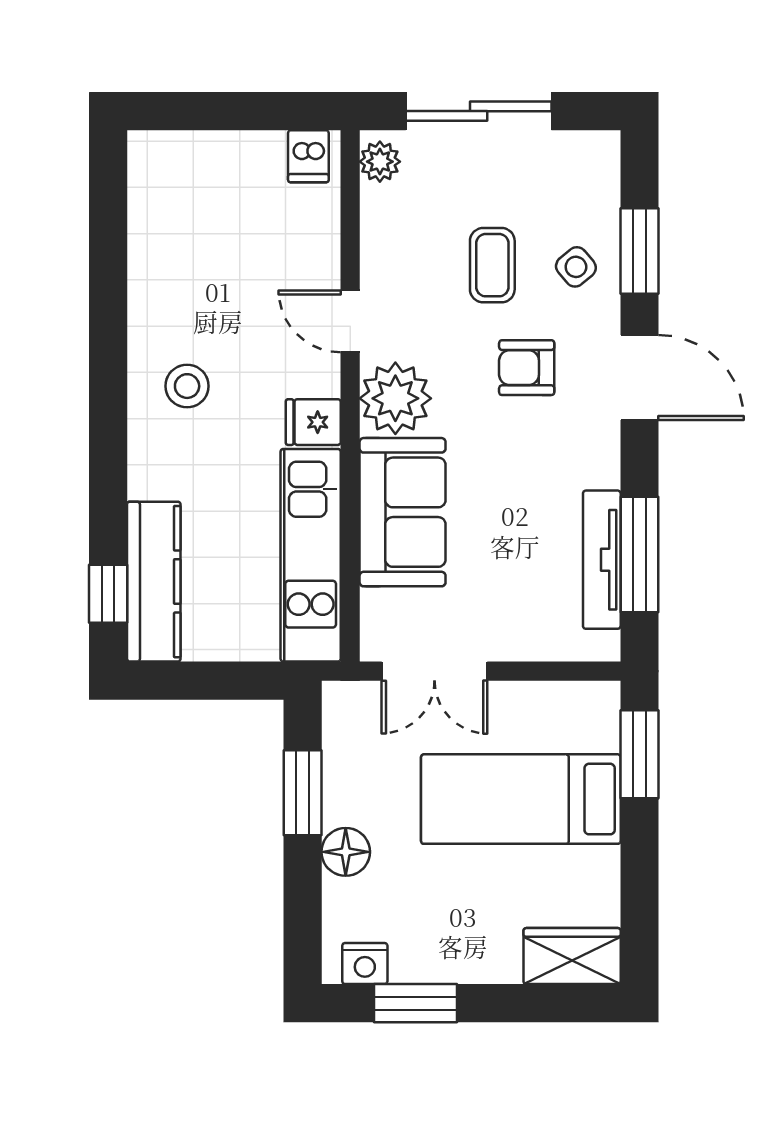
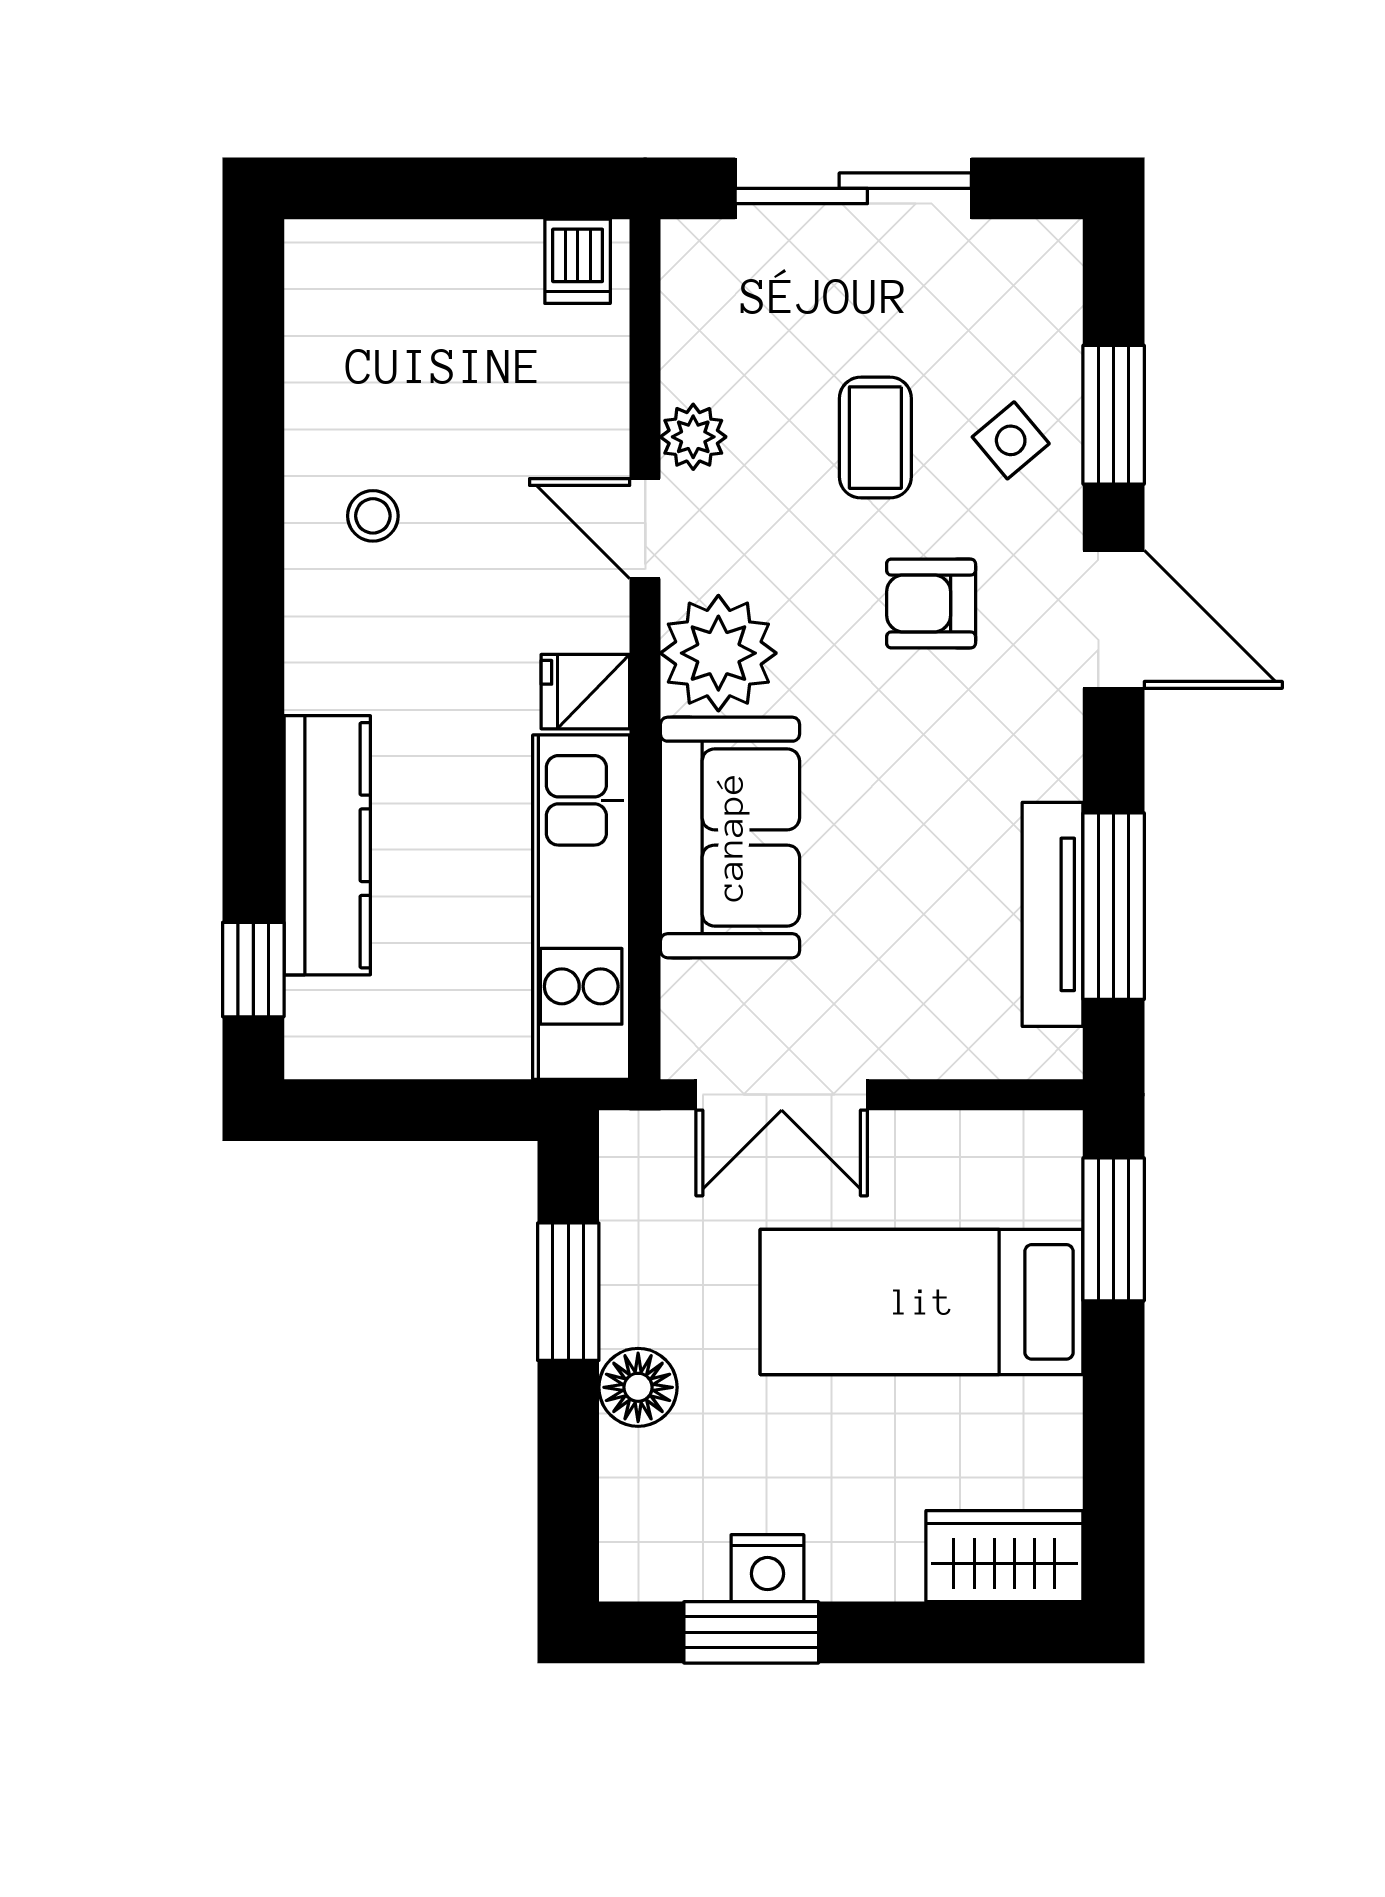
plant: (380, 162) -> (693, 437), moved
stool: (187, 386) -> (373, 516), moved, width x0.73, depth x0.73
kitchen counter: (154, 582) -> (327, 845), moved
nightstand: (365, 964) -> (767, 1568), moved

